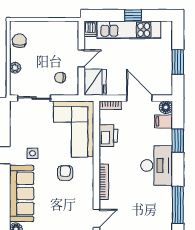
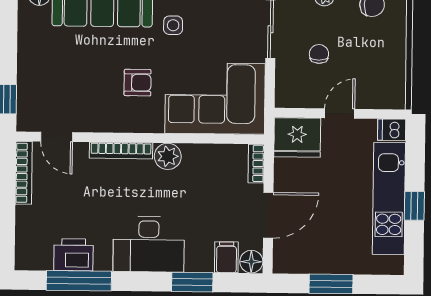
door: (81, 58) -> (340, 114), swing flipped
chair: (60, 78) -> (319, 54), moved
printer: (108, 136) -> (73, 255), moved, turned 180
plant: (107, 155) -> (168, 156), added

